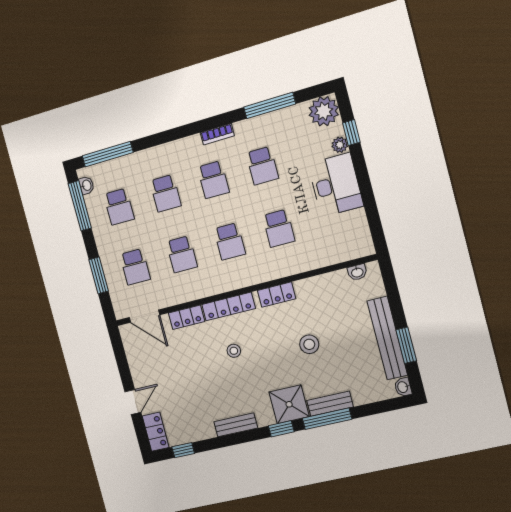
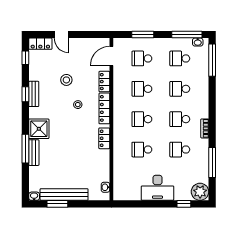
plant: (340, 145) -> (179, 196), removed
stool: (309, 344) -> (66, 80), moved
window: (281, 429) -> (25, 94), moved

